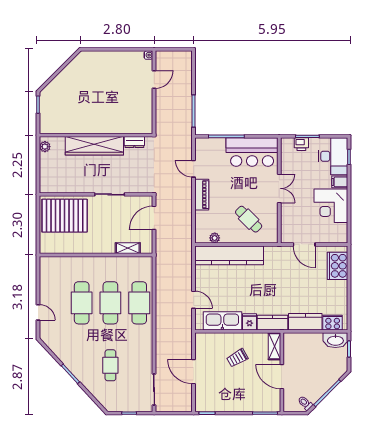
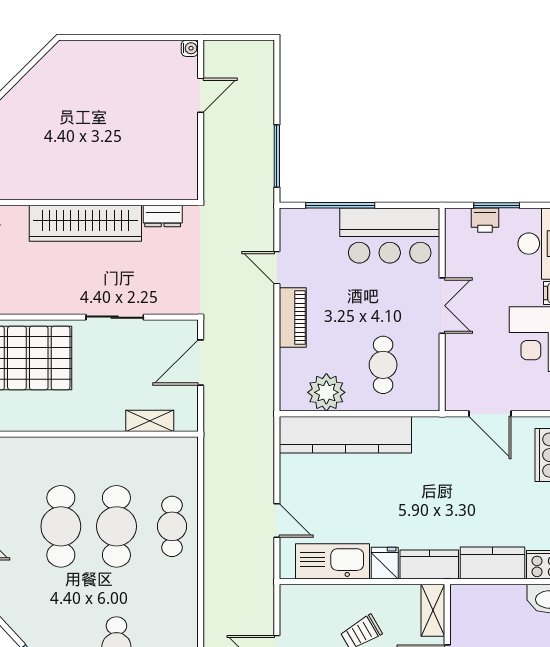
cafe table: (249, 219) -> (383, 365), turned 45
plant: (215, 238) -> (326, 392), width x1.87, depth x1.87
cafe table: (139, 303) -> (172, 526), width x0.73, depth x0.74

